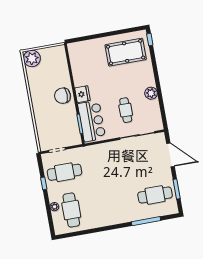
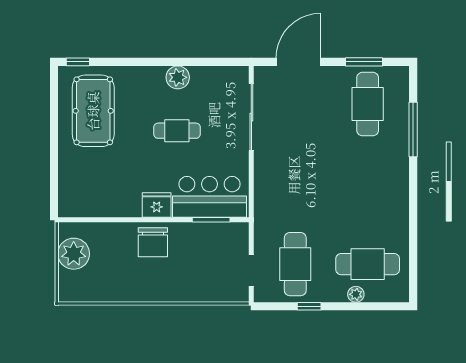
plant: (32, 58) -> (74, 254), moved
cafe table: (126, 110) -> (177, 131), moved

